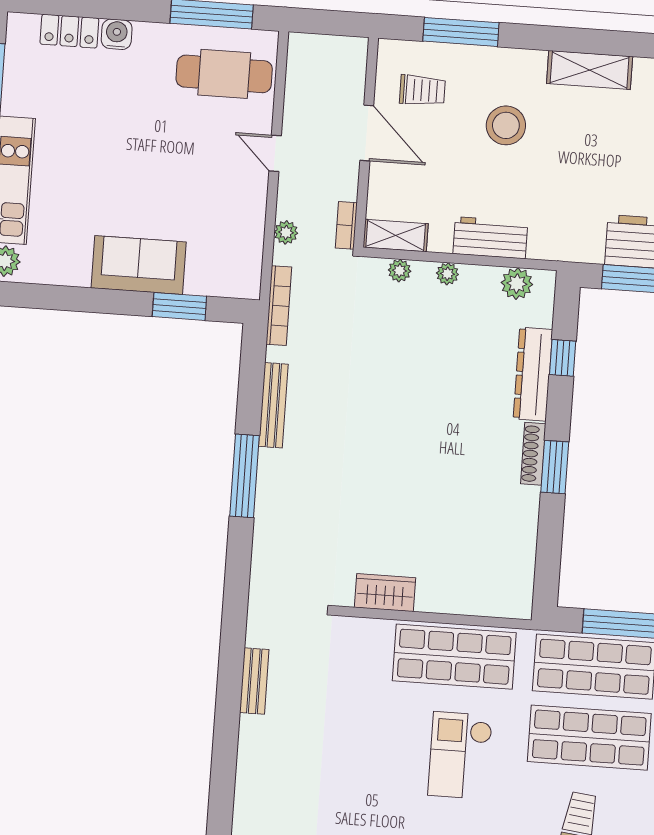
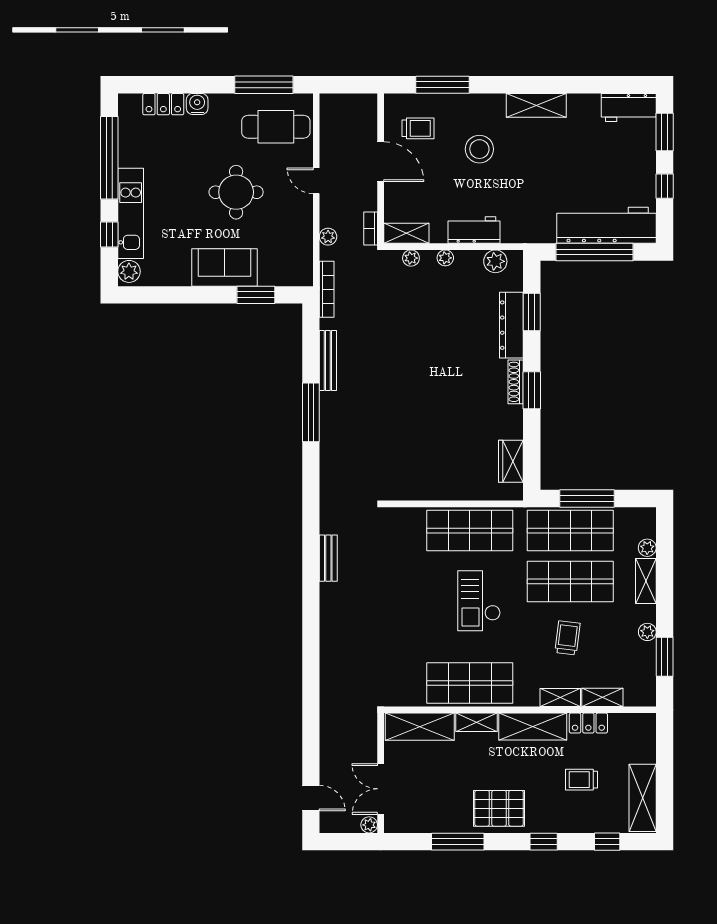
round table: (162, 161) -> (236, 192), added
window: (563, 358) -> (532, 312), width x1.50
wardrobe: (385, 593) -> (511, 461), moved, turned -90

